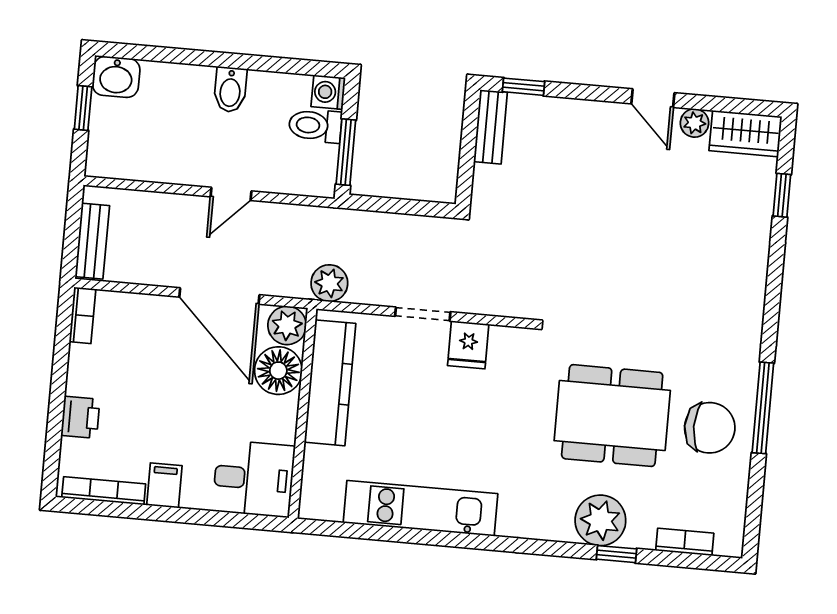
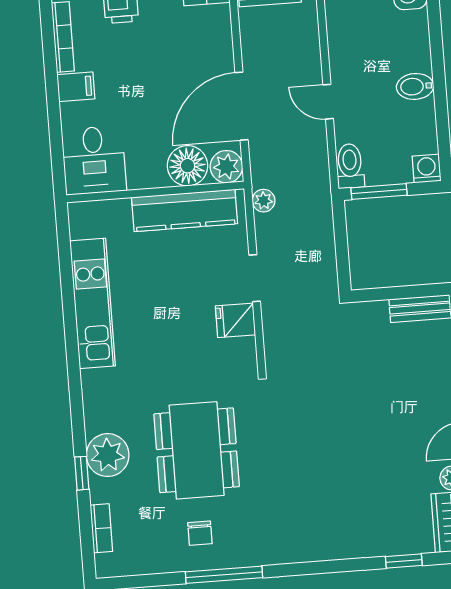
toilet: (315, 126) -> (350, 166), moved
plant: (329, 283) -> (264, 201), width x0.73, depth x0.73
chair: (710, 428) -> (200, 533), width x0.54, depth x0.54

